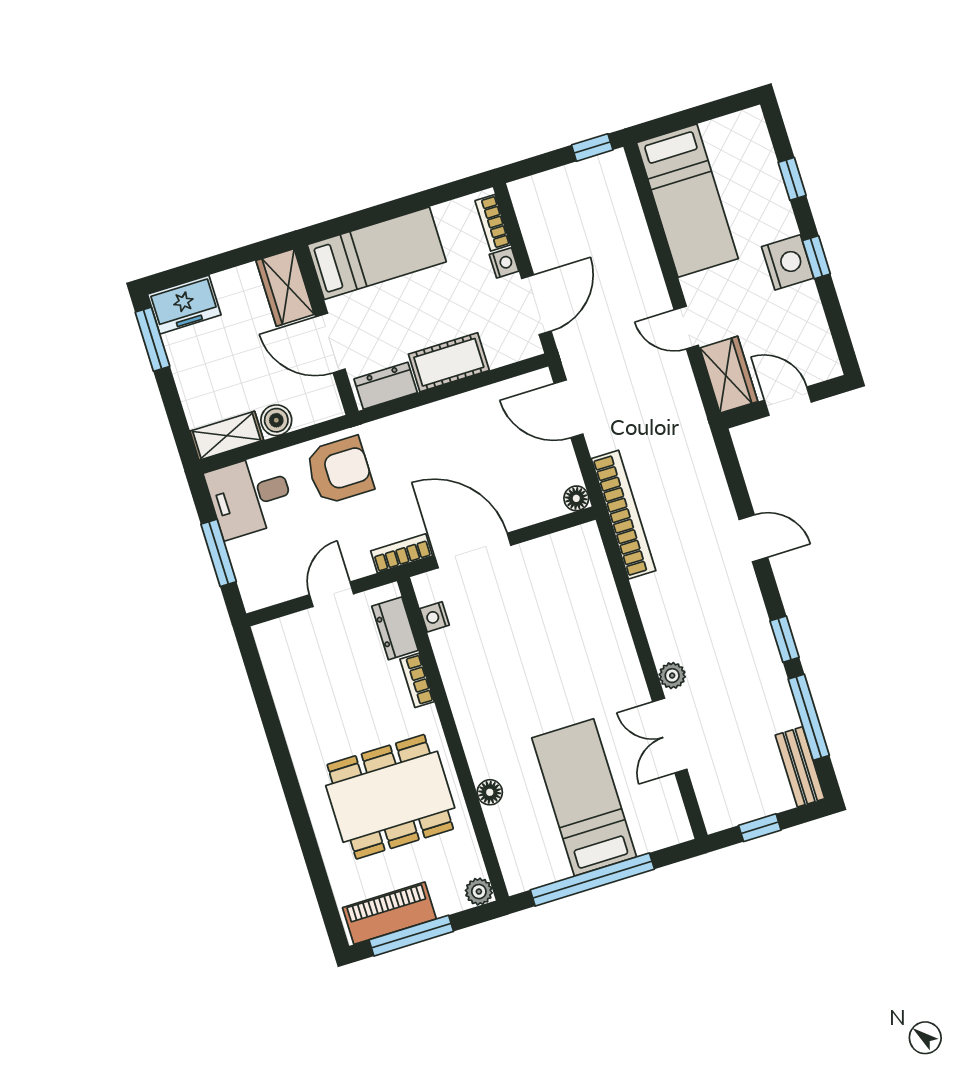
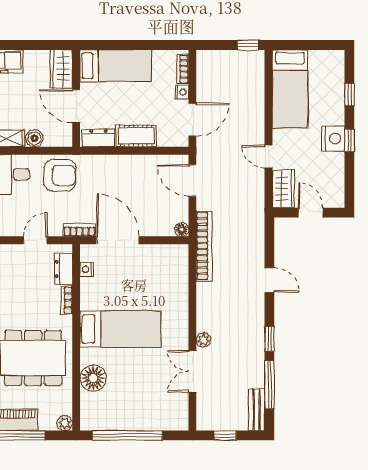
floor lamp: (490, 792) -> (93, 378), width x1.89, depth x1.89
bed: (584, 797) -> (120, 329), moved, turned 90

